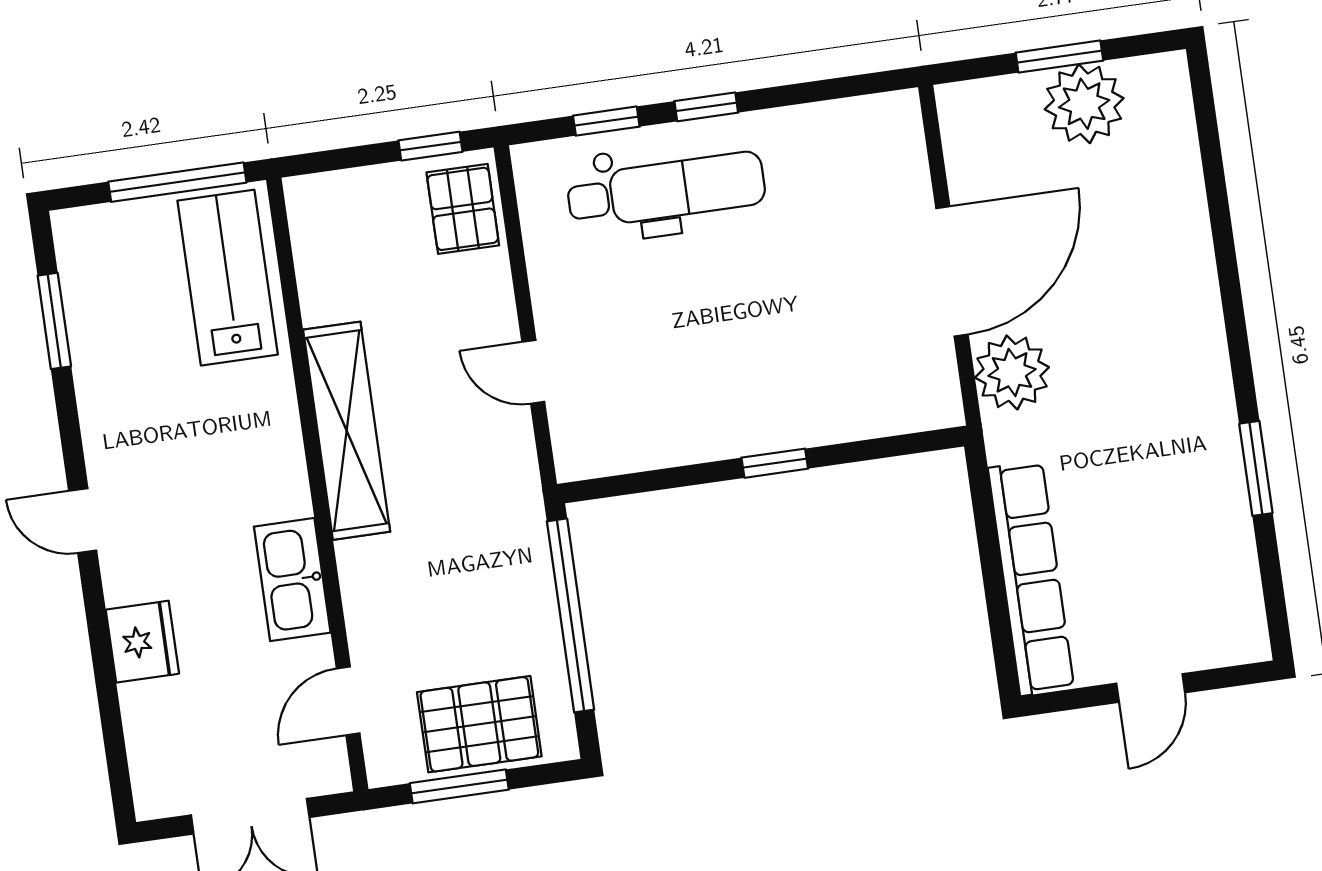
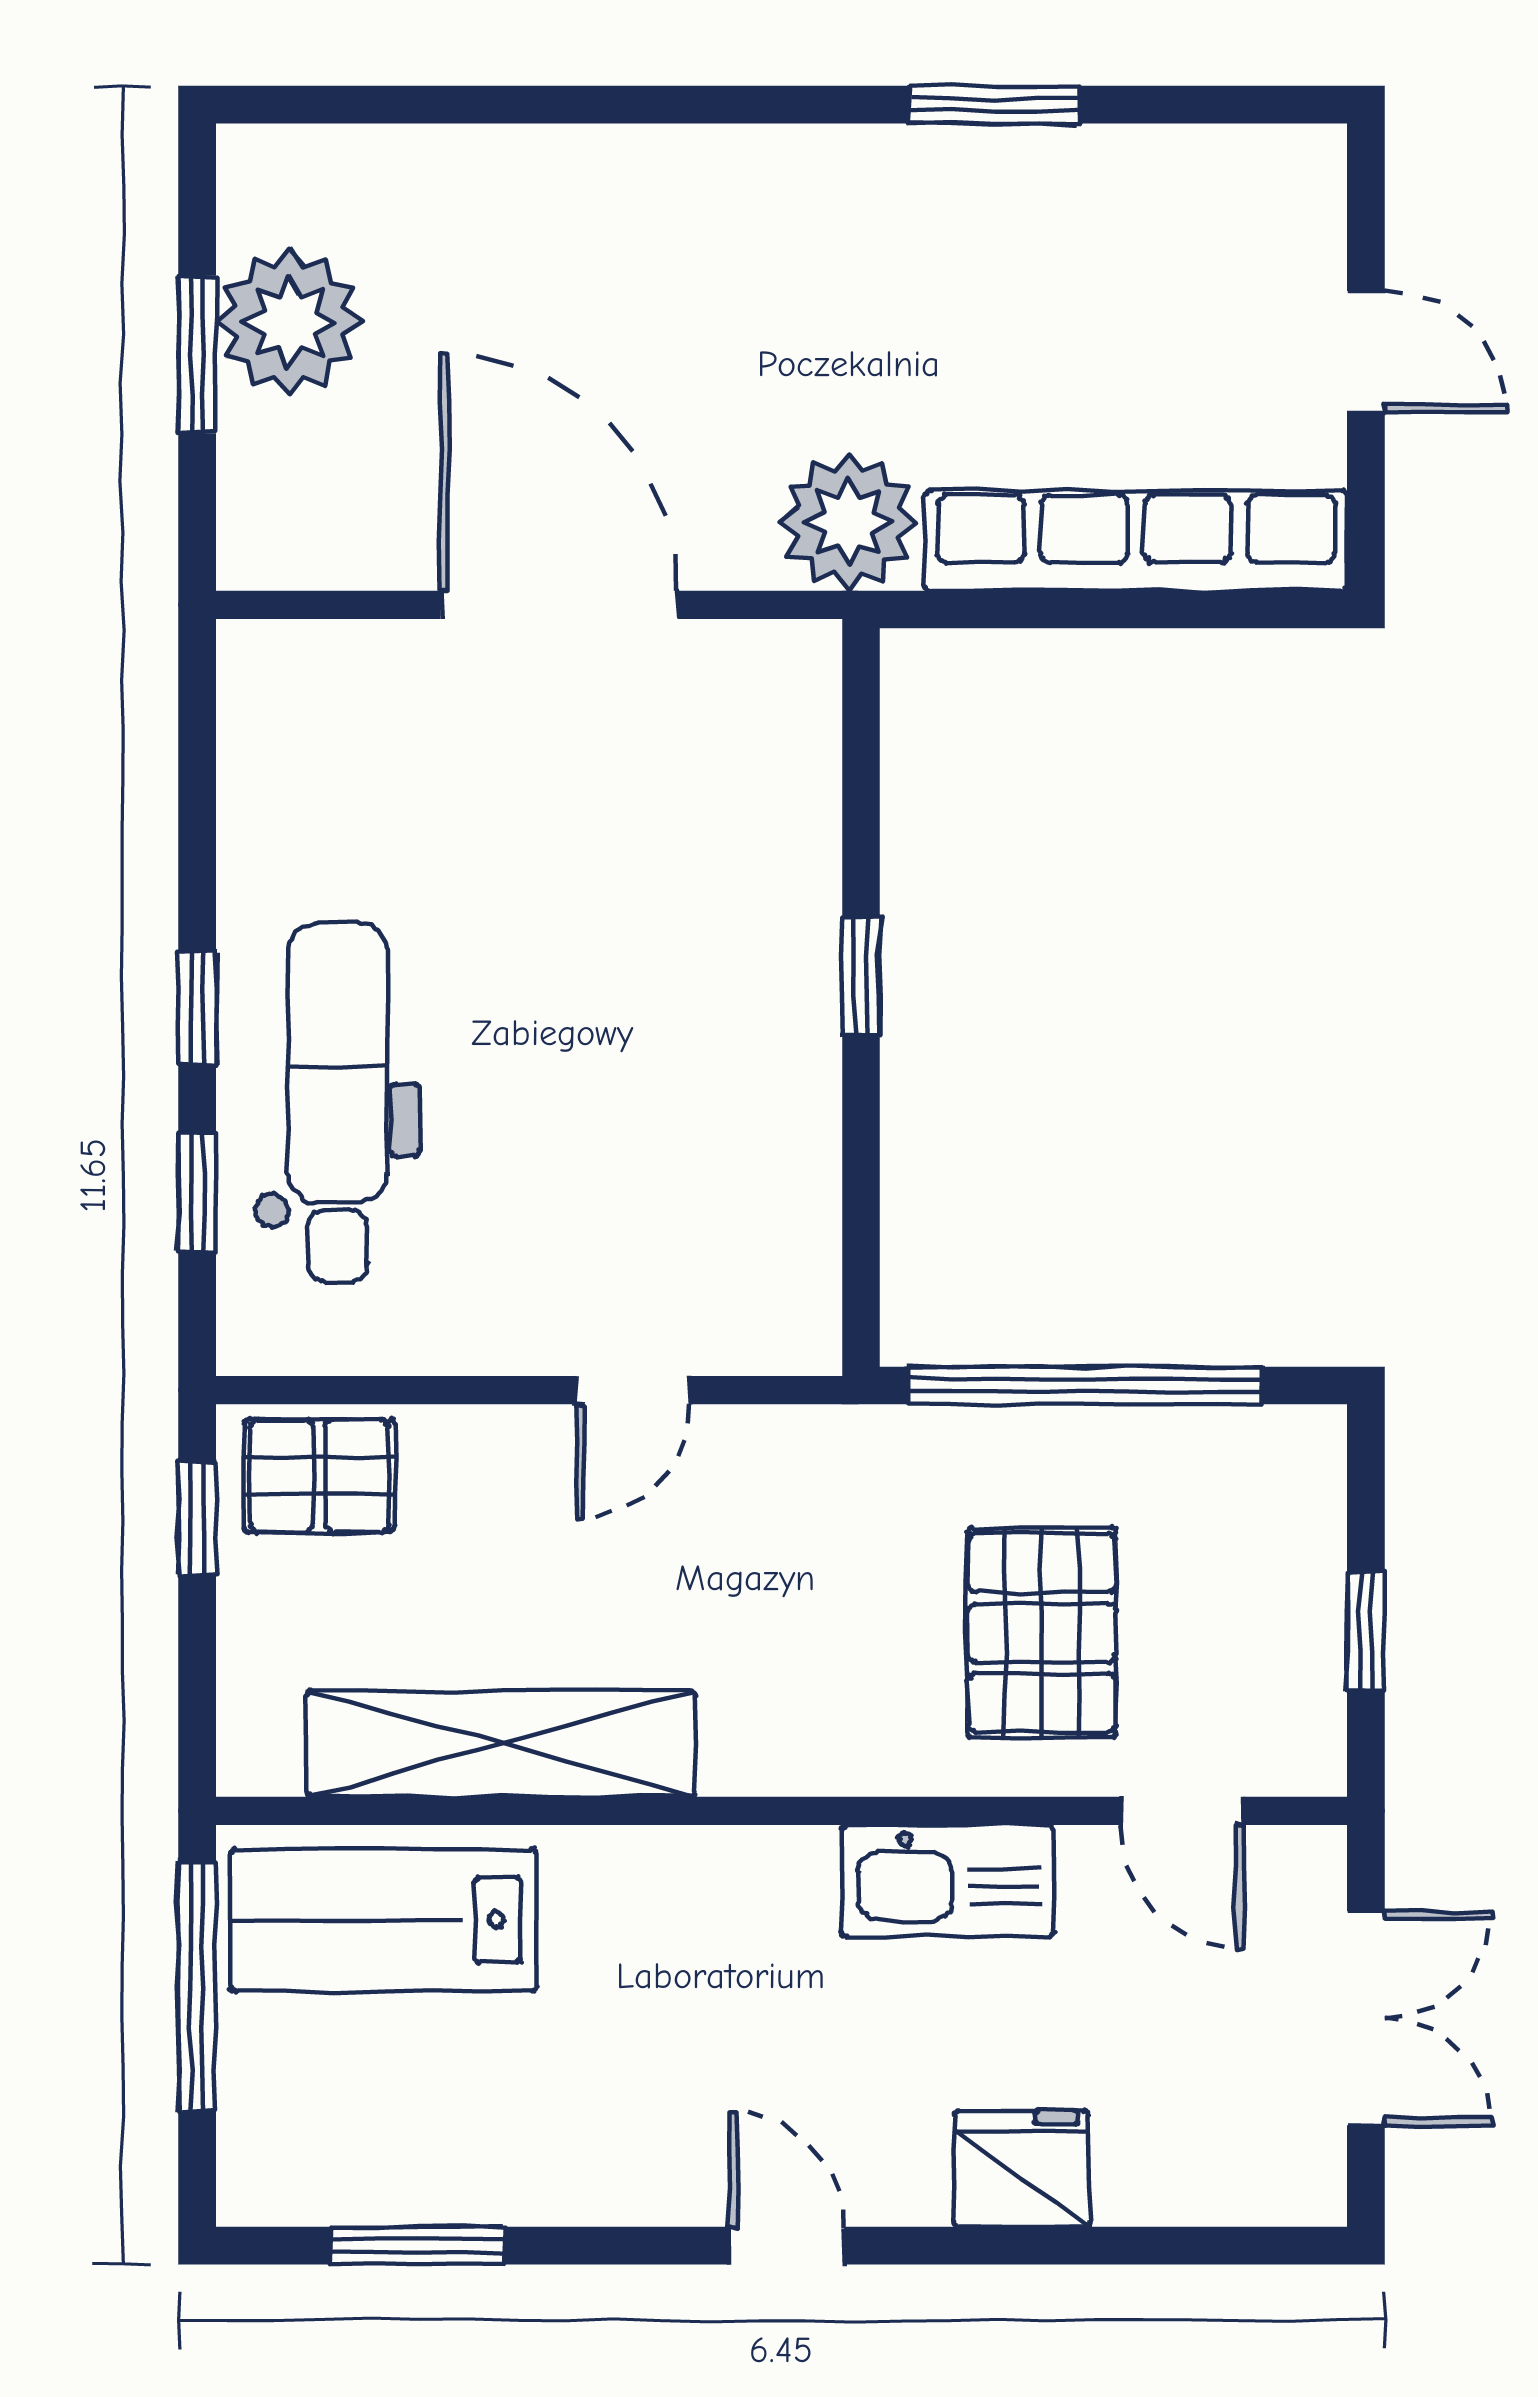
plant: (1012, 372) -> (848, 522), moved
shelving: (347, 431) -> (501, 1744), moved
door: (83, 521) -> (787, 2246), swing flipped
pallet: (479, 724) -> (1042, 1633), moved
window: (459, 786) -> (1366, 1631), width x0.67

